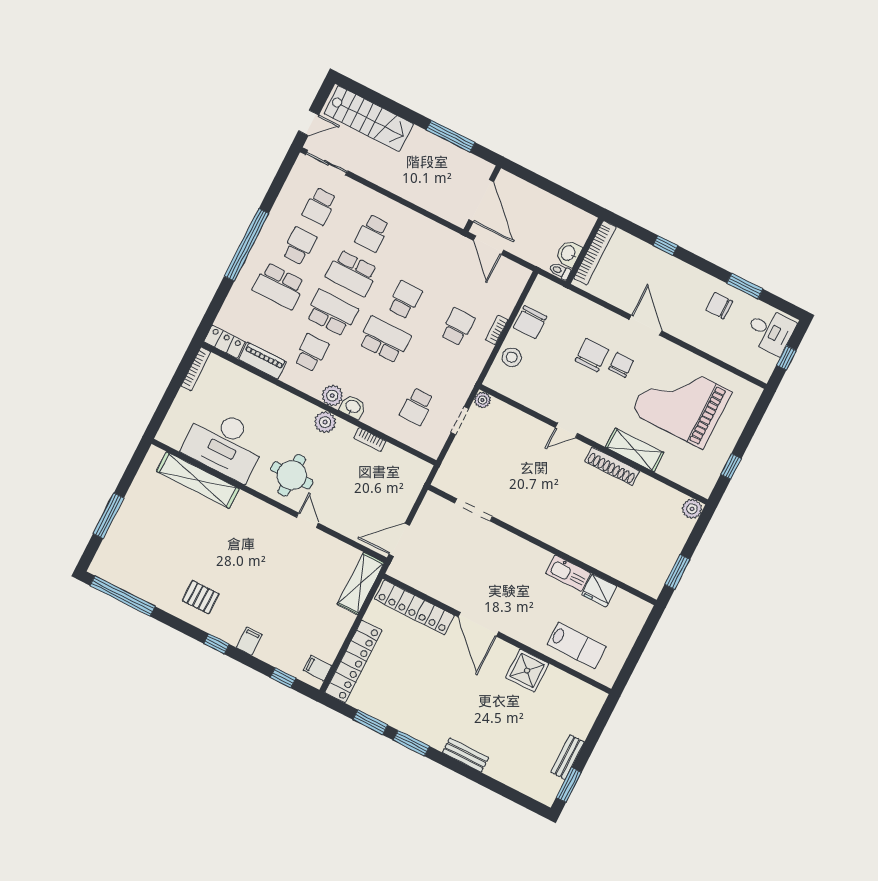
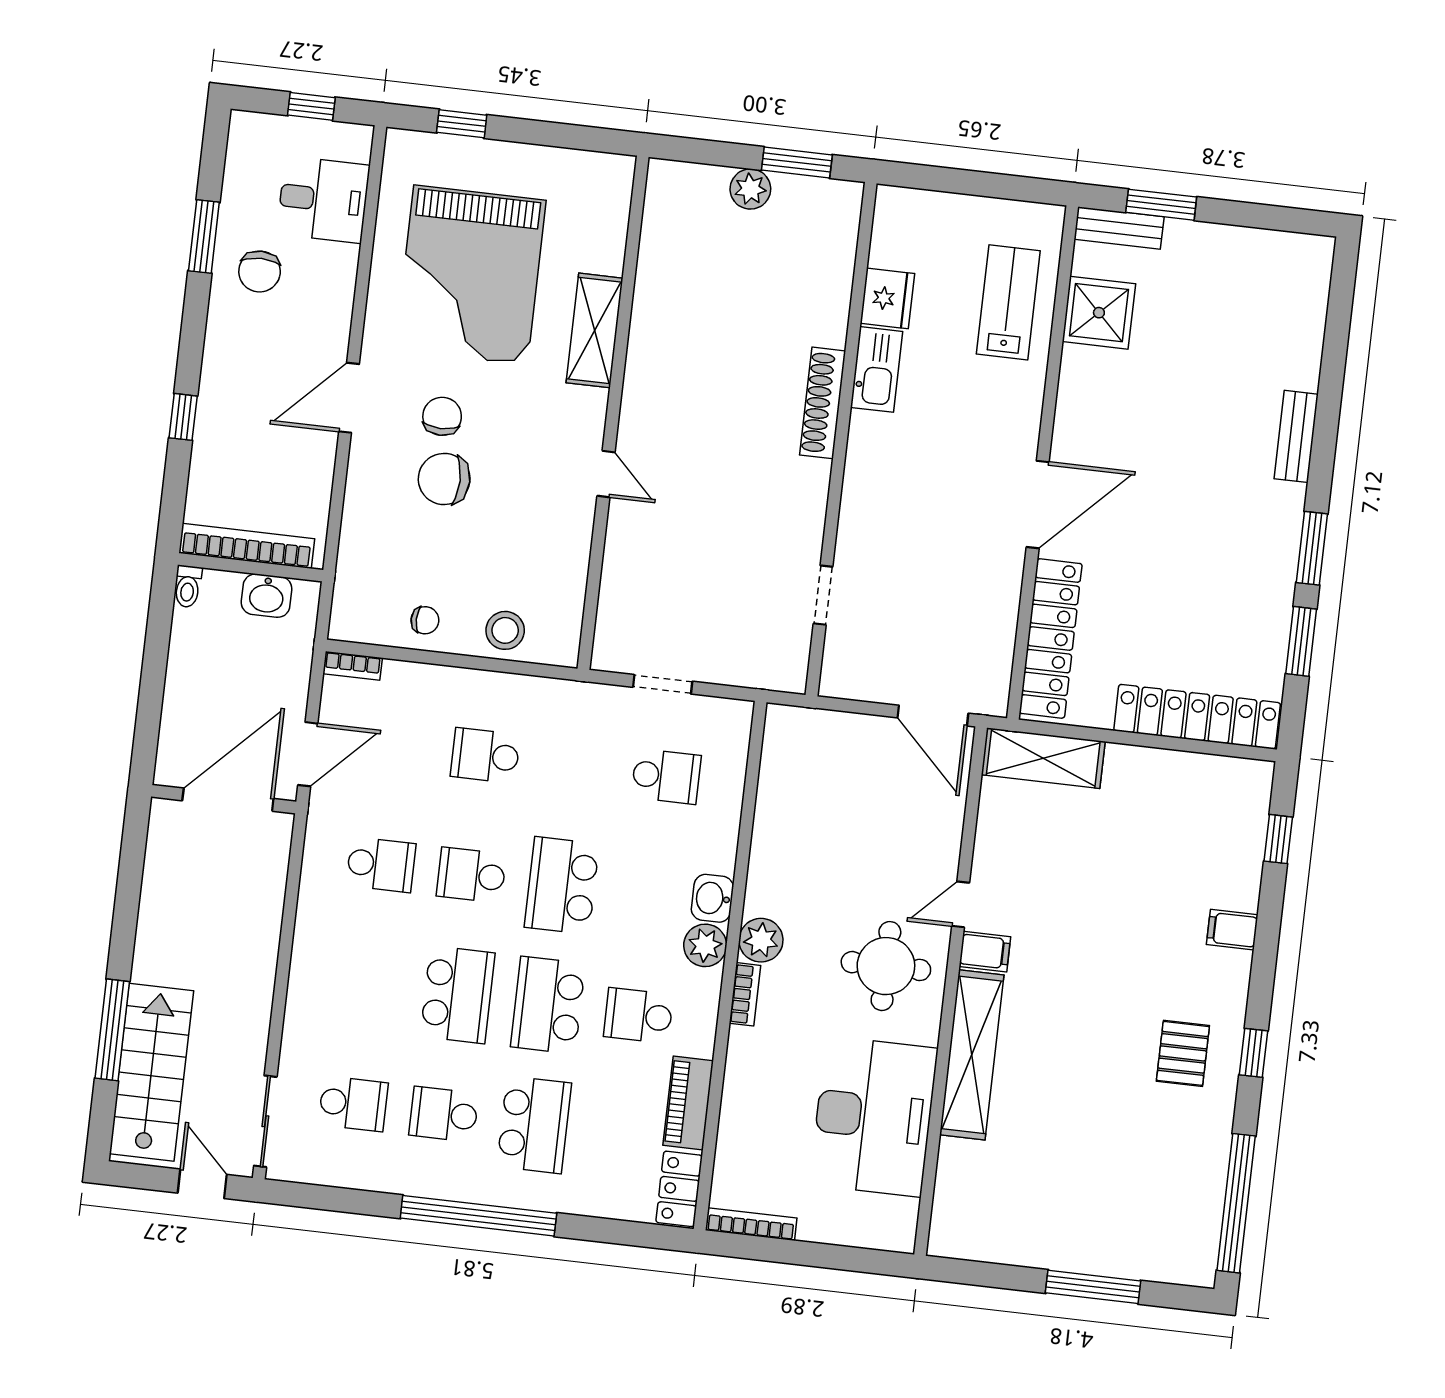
window: (451, 136) -> (112, 1030), moved
school desk: (372, 233) -> (381, 865), moved
toilet: (560, 271) -> (188, 586), moved
chair: (530, 322) -> (425, 620), width x0.54, depth x0.54
bookcase: (497, 330) -> (353, 666), moved
desk: (770, 331) -> (323, 200), moved, turned 90
chair: (621, 365) -> (442, 416), turned 90
plant: (483, 400) -> (607, 656), removed
bookcase: (370, 440) -> (745, 994), moved
shoe rack: (612, 466) -> (823, 403), moved, turned 180
window: (731, 466) -> (462, 124), moved
shelving: (198, 480) -> (972, 1055), moved
plant: (692, 509) -> (750, 189), moved
doorway: (473, 510) -> (823, 595), width x0.73
window: (216, 644) -> (1253, 1053), moved
filing cabinet: (317, 668) -> (985, 952), moved, turned -90
shower: (527, 671) -> (1099, 313), moved
bench: (568, 757) -> (1119, 228), moved
window: (569, 785) -> (1161, 205), moved

